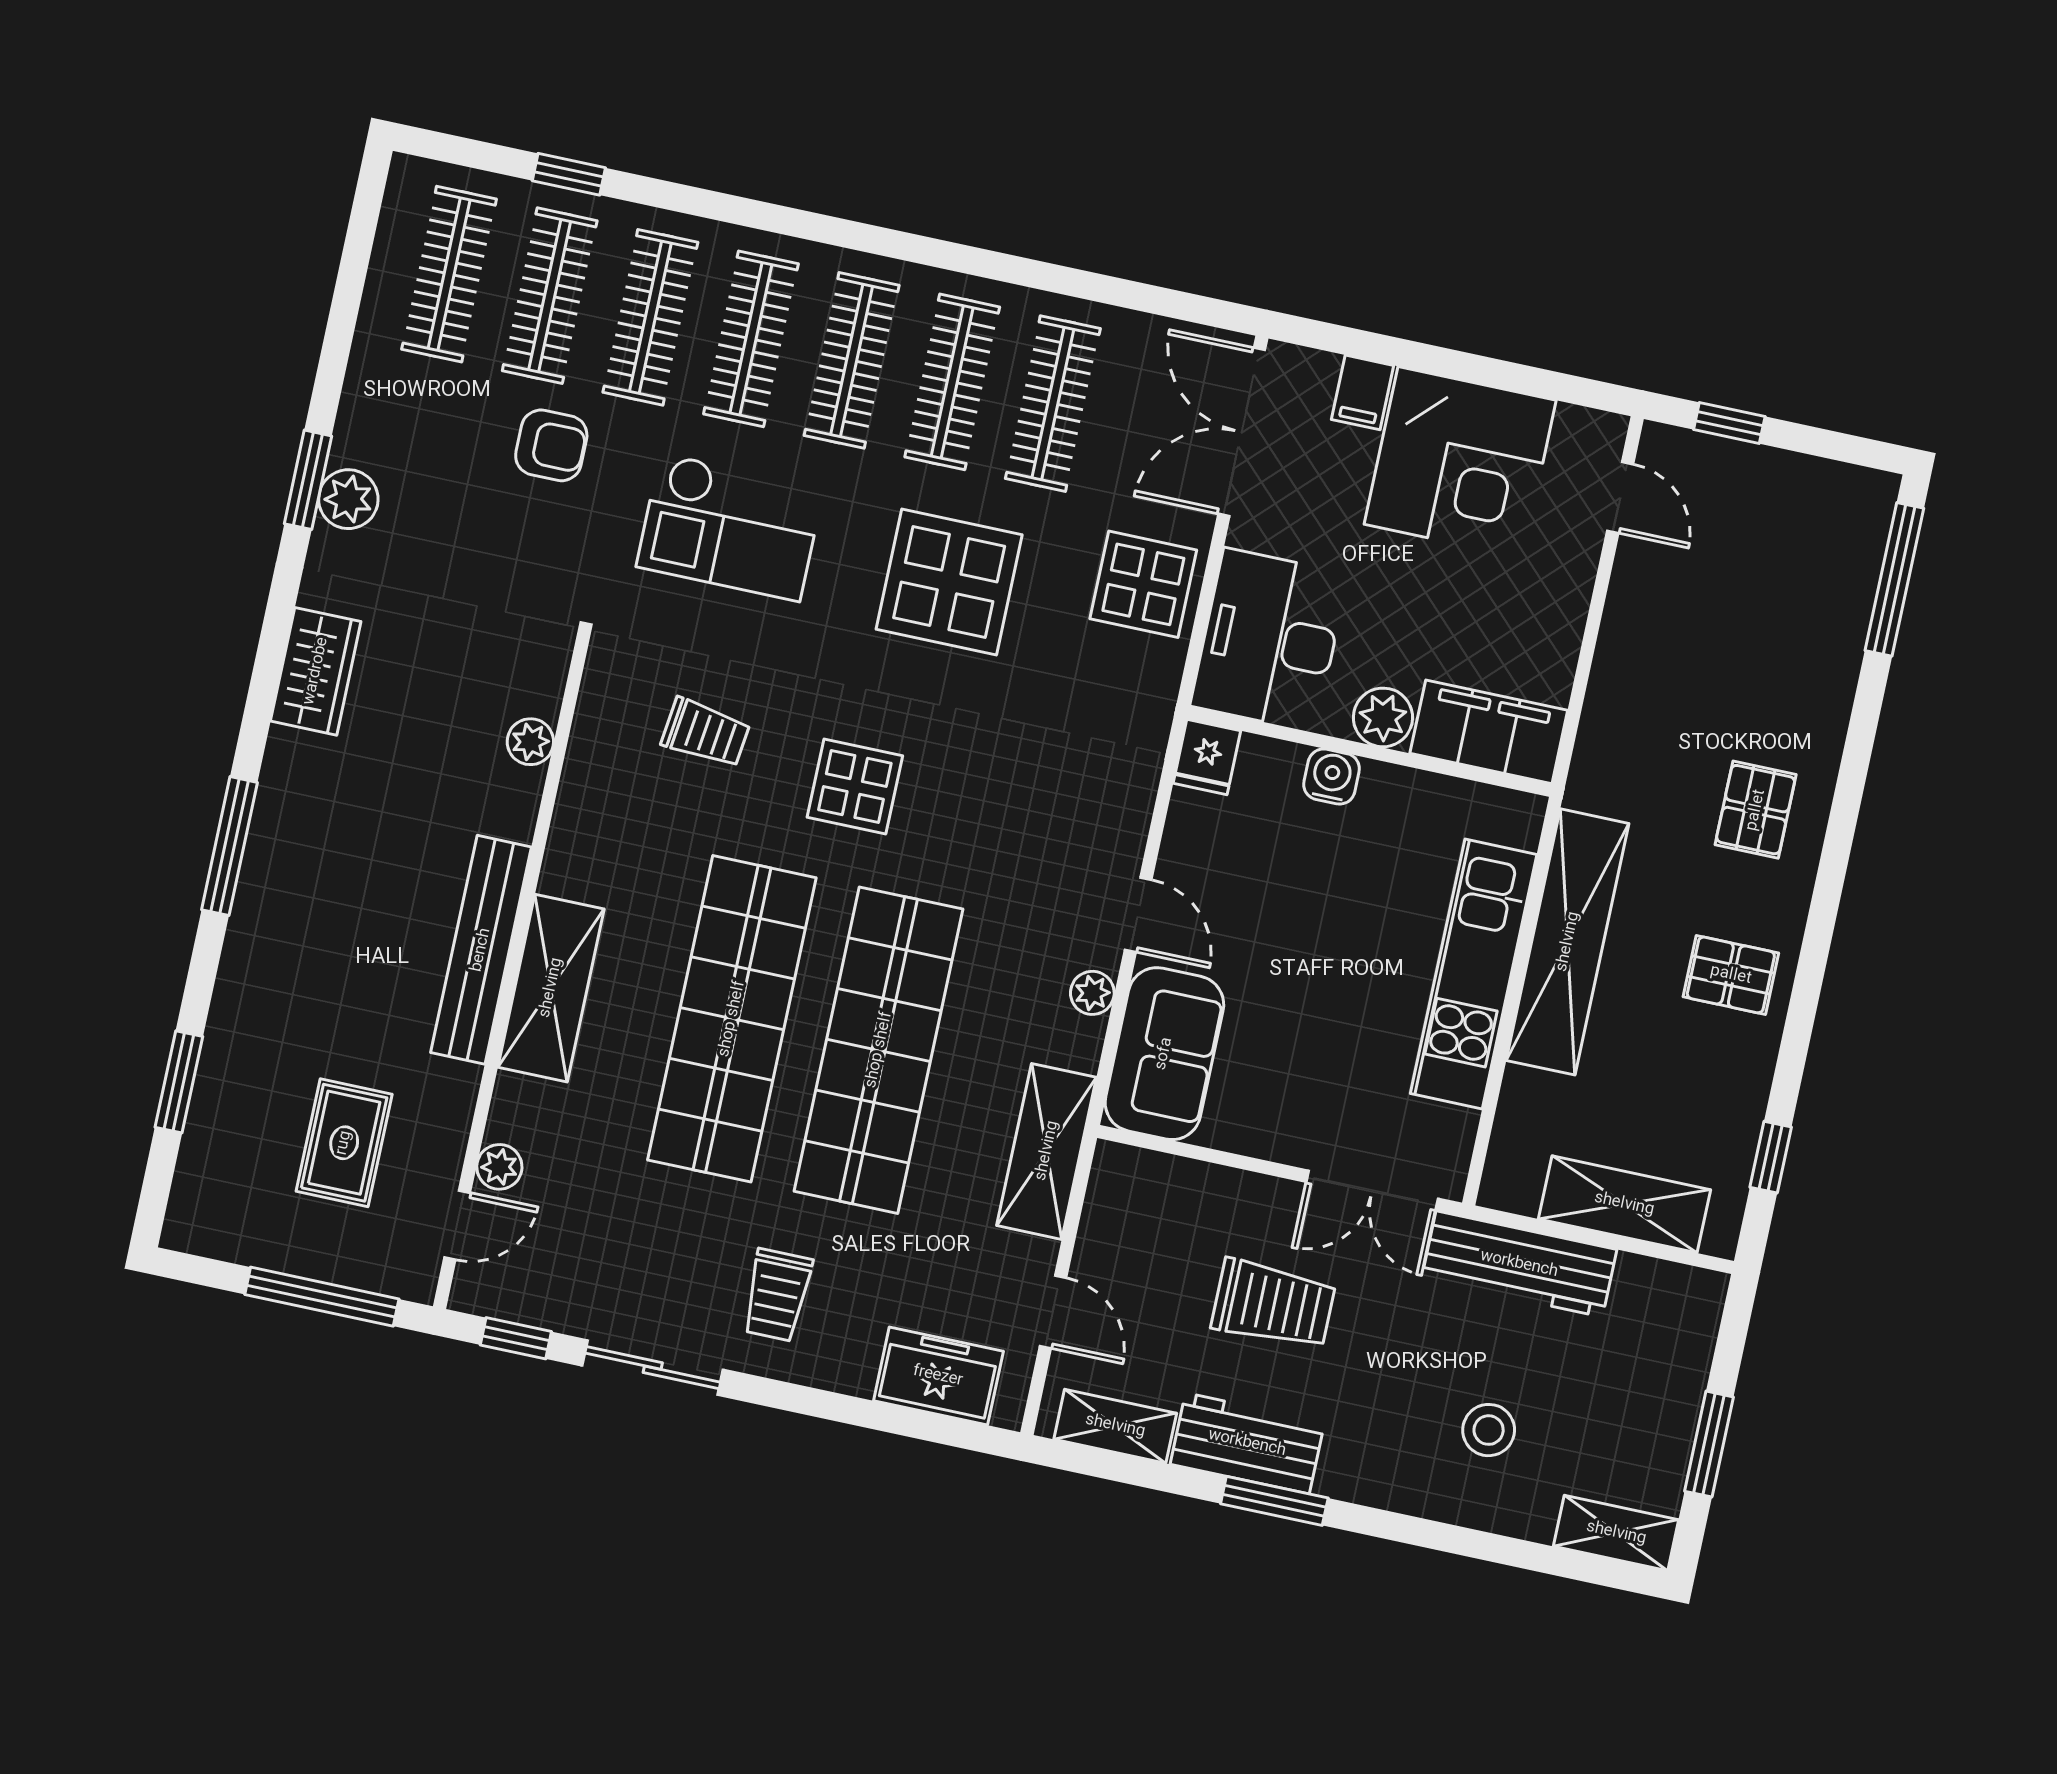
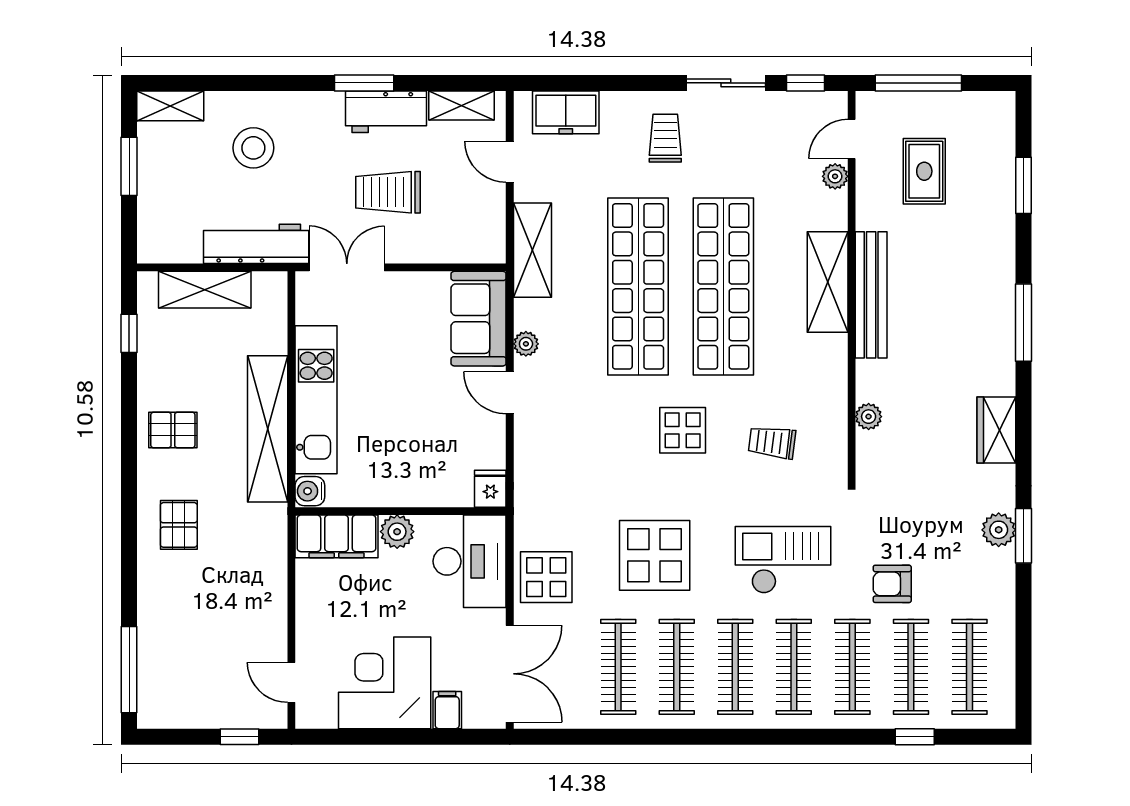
water cooler: (1332, 777) -> (310, 491), moved, turned 90
stool: (1489, 1430) -> (253, 148), width x1.38, depth x1.38

